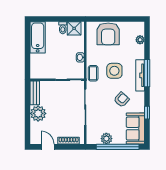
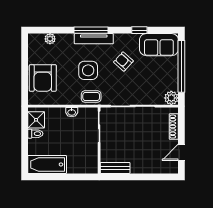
armchair: (108, 34) -> (43, 78), turned 90
plant: (38, 113) -> (141, 164), removed
plant: (106, 139) -> (171, 98), moved

